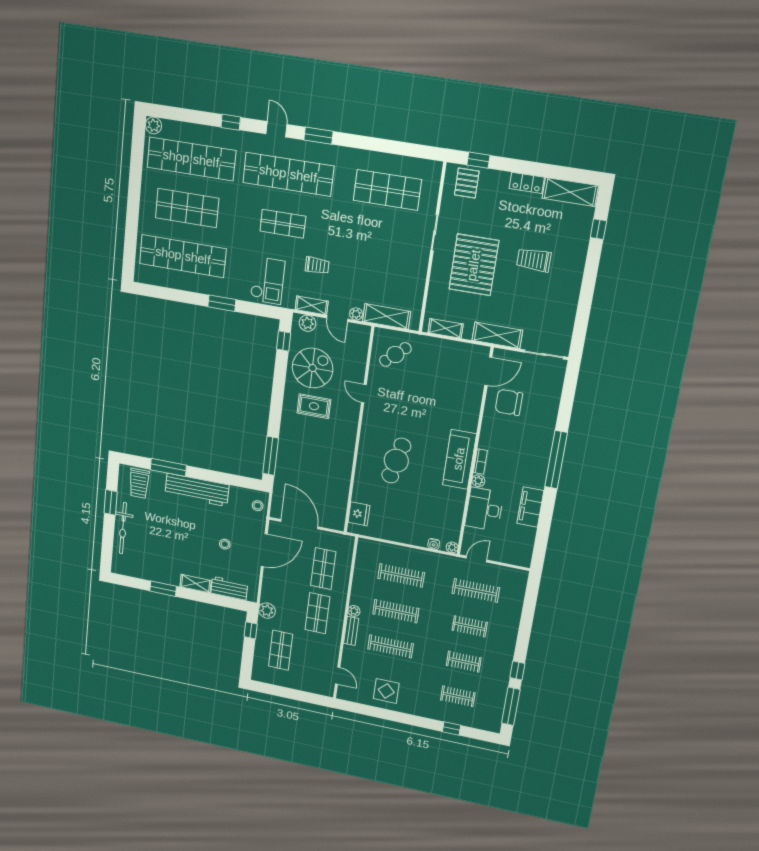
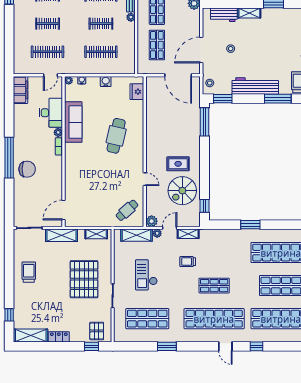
window: (319, 136) -> (167, 346), moved
trolley: (534, 260) -> (29, 272), moved, turned -90
checkout: (268, 280) -> (146, 275), moved
door: (337, 319) -> (170, 228), hinge flipped
plant: (307, 323) -> (152, 221), moved
chair: (509, 402) -> (27, 169), moved
sofa: (459, 459) -> (73, 122), moved
window: (242, 482) -> (223, 99), added
filing cabinet: (530, 507) -> (20, 90), moved
water cooler: (400, 536) -> (106, 81), added
clothes rail: (396, 611) -> (101, 24), width x0.73

